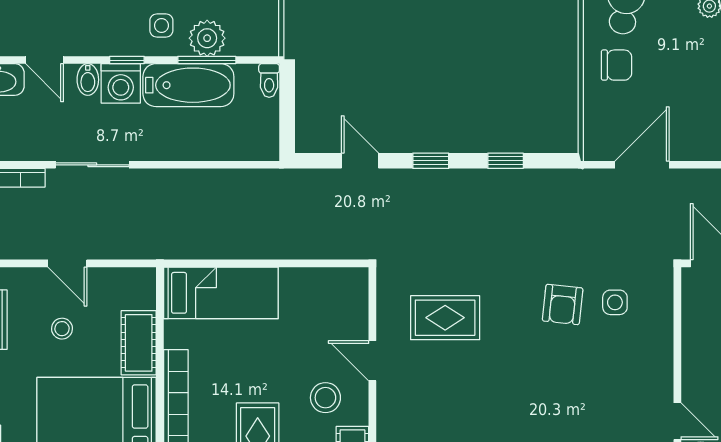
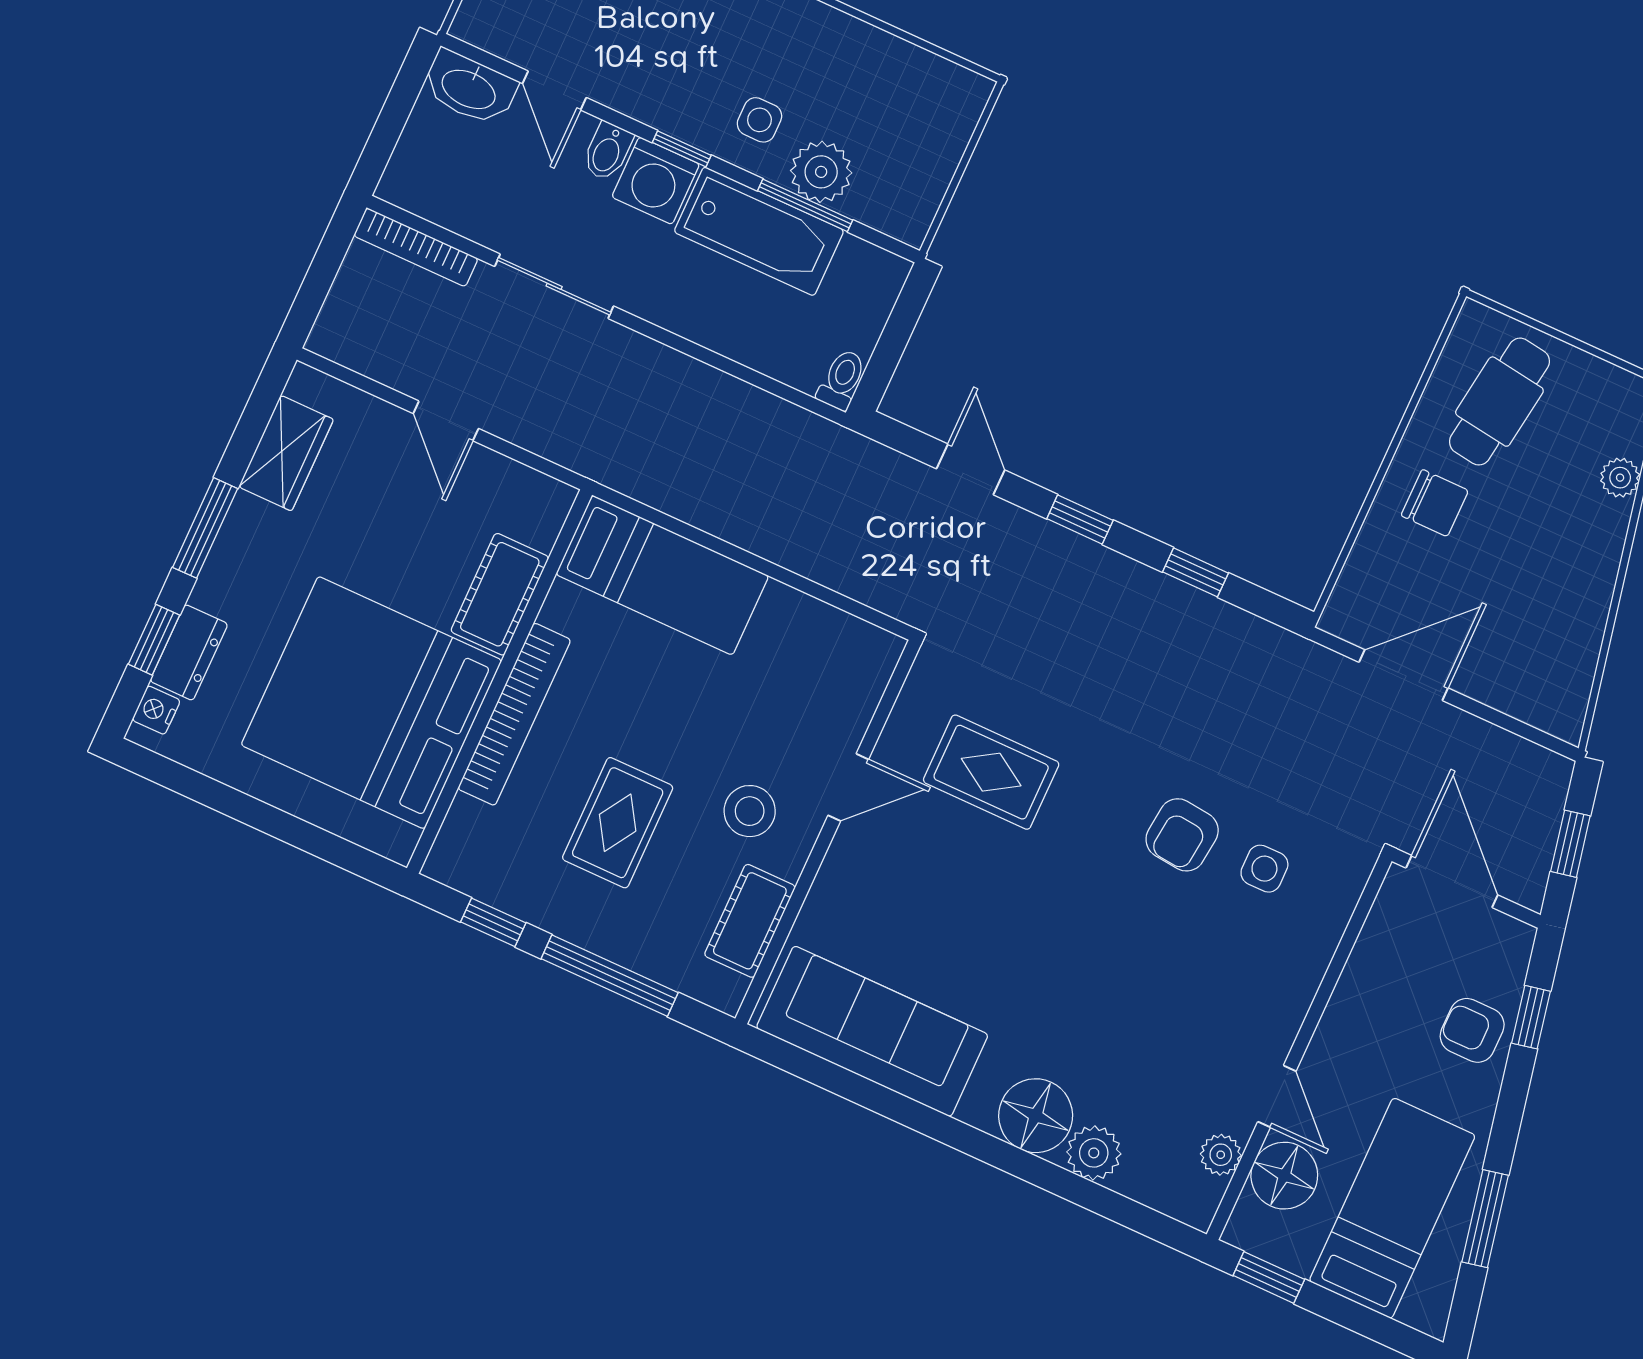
toilet: (269, 81) -> (842, 380), moved, turned 180
stool: (62, 329) -> (391, 518), removed
door: (372, 361) -> (848, 787), swing flipped

